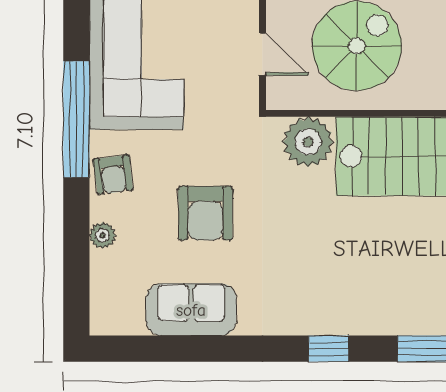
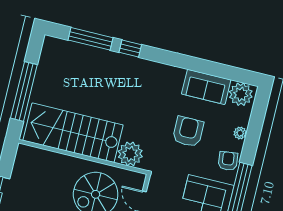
plant: (120, 312) -> (241, 94), added
window: (329, 349) -> (130, 49), moved

